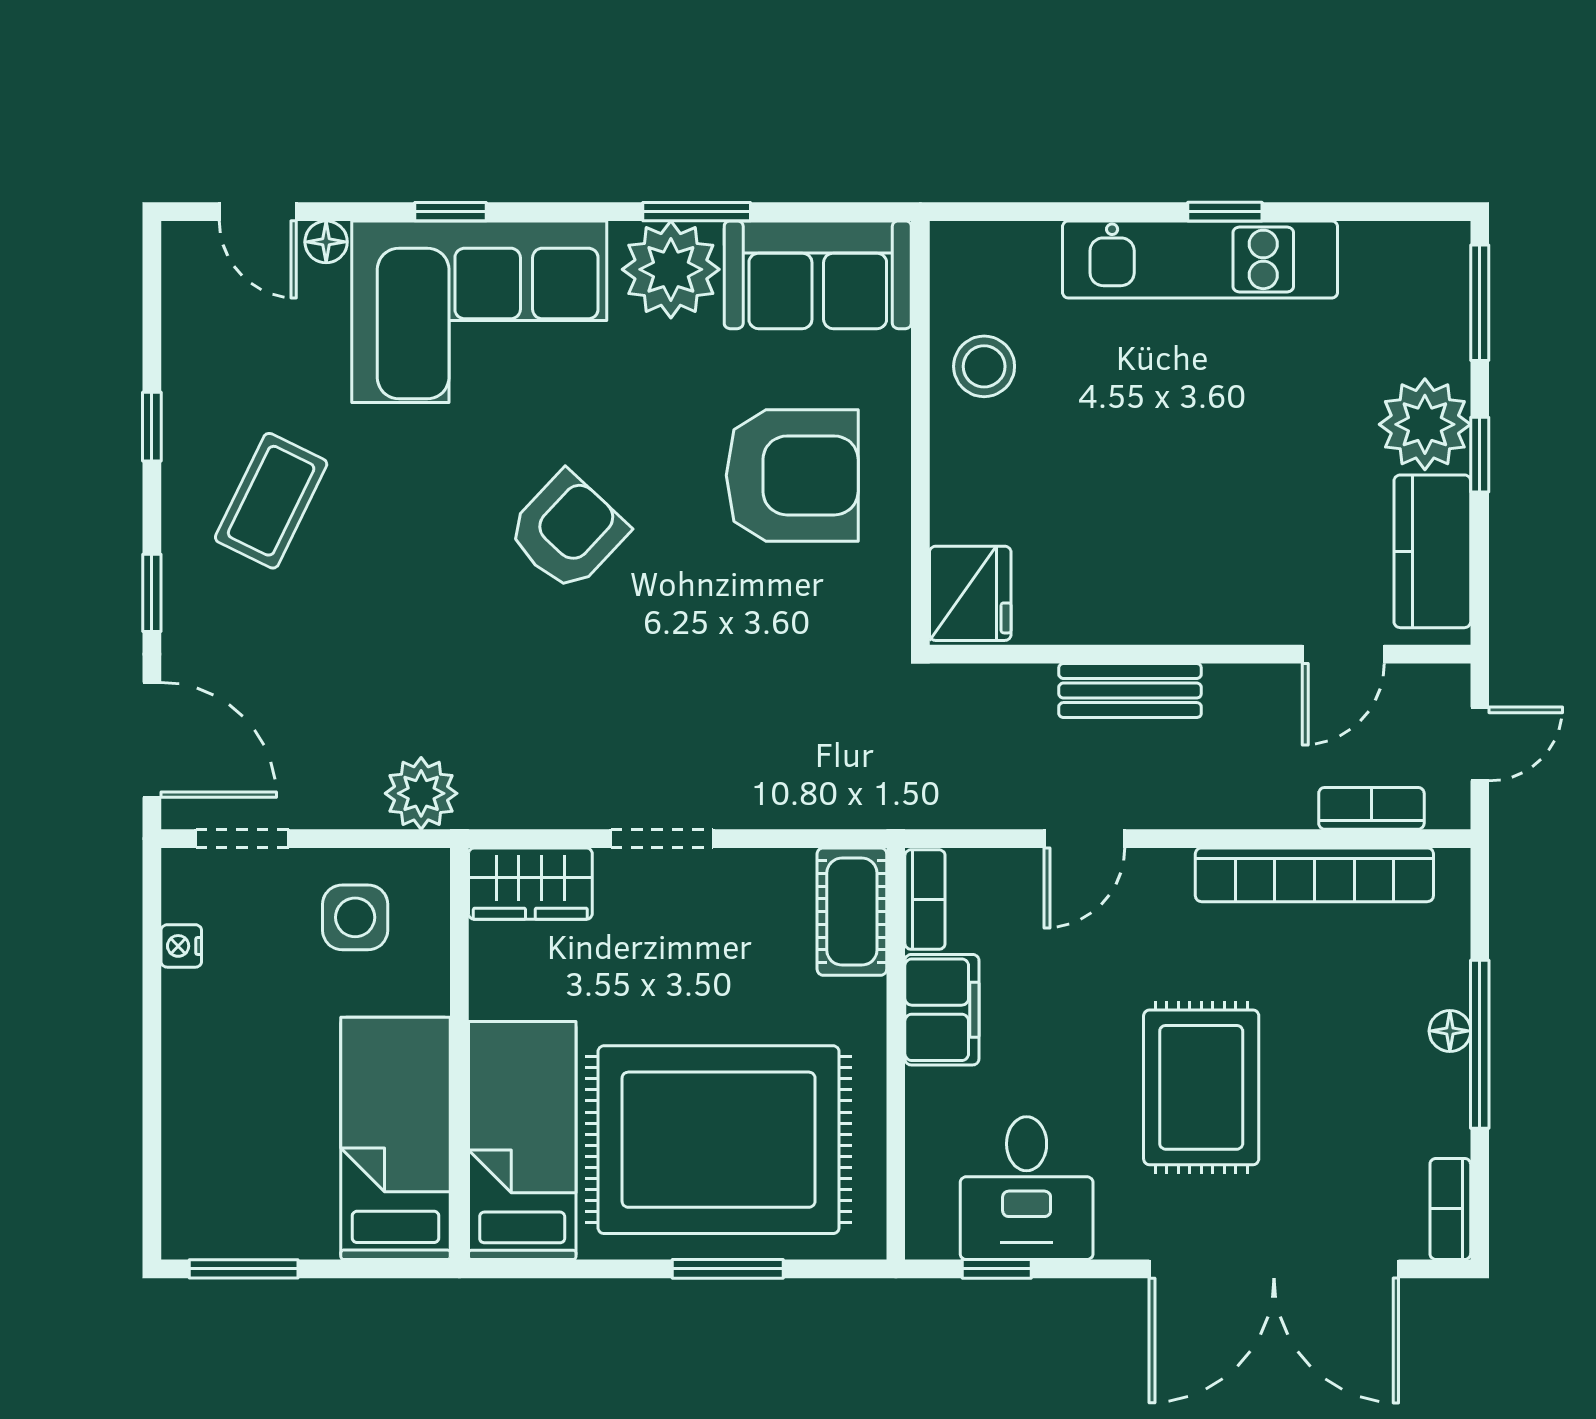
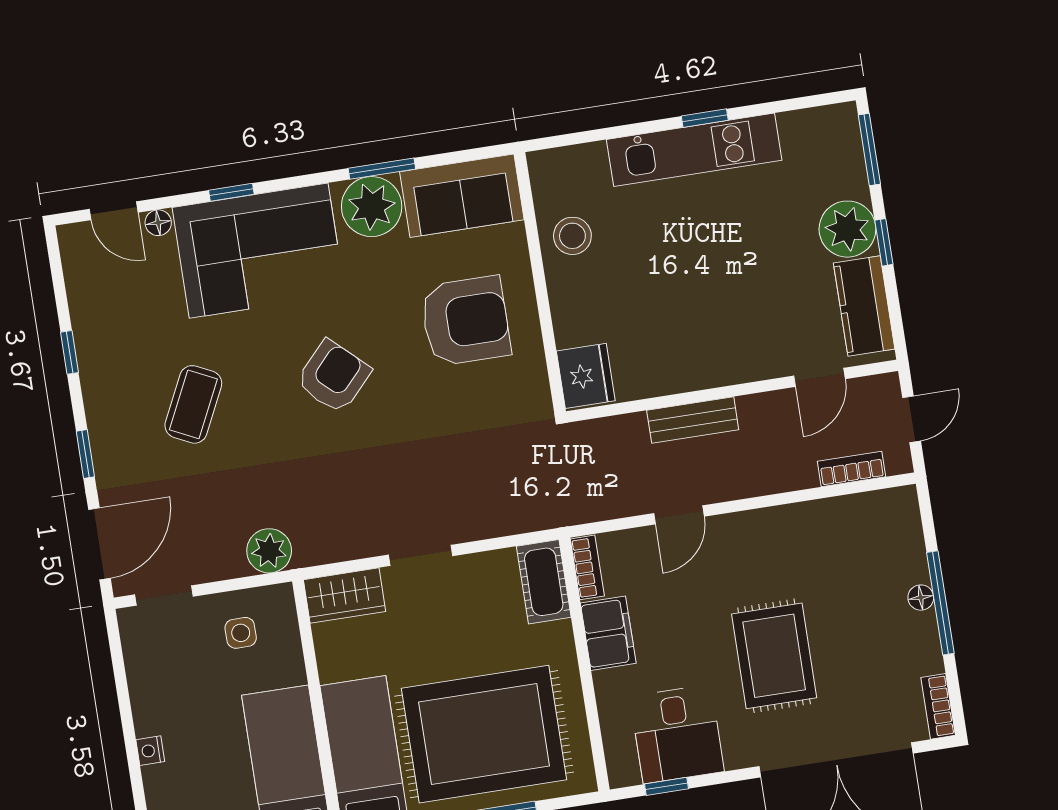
coffee table: (271, 501) -> (193, 404), moved
door: (152, 740) -> (99, 544), hinge flipped
bookcase: (1314, 875) -> (823, 515), removed
side table: (355, 917) -> (241, 633), width x0.73, depth x0.73
nightstand: (181, 946) -> (150, 751), moved

